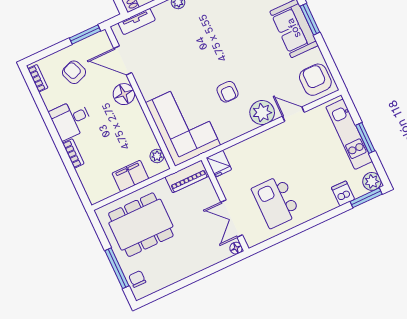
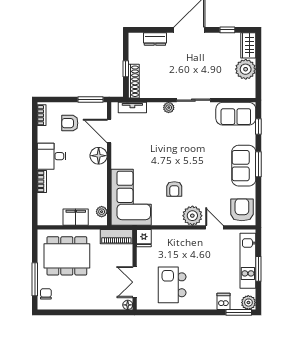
armchair: (74, 72) -> (70, 123), turned -69

